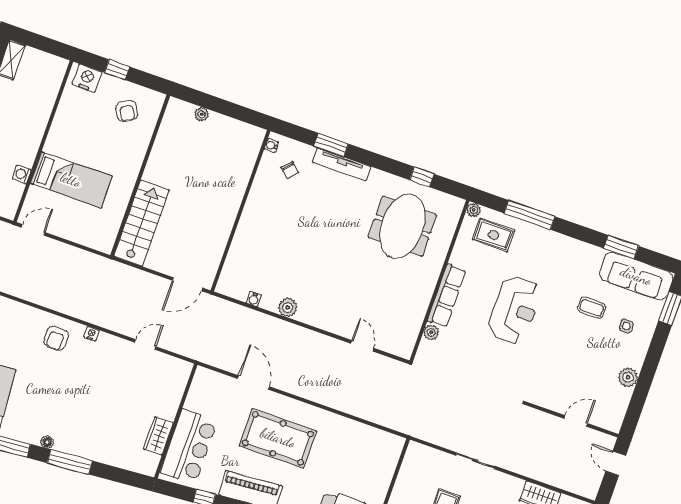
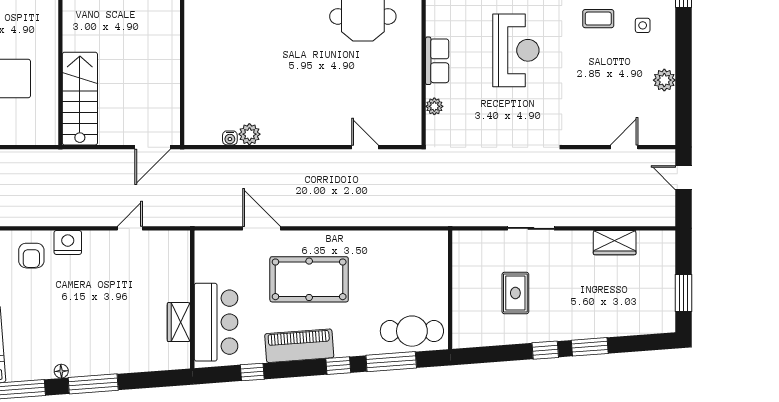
row of seats: (447, 296) -> (437, 61), width x0.68
plant: (288, 308) -> (249, 134), moved
nightstand: (91, 334) -> (68, 242), width x1.89, depth x1.79

